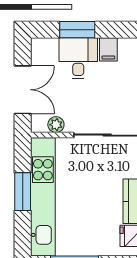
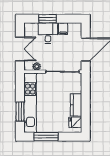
window: (23, 192) -> (20, 112), moved

